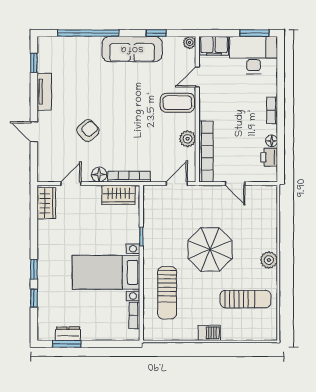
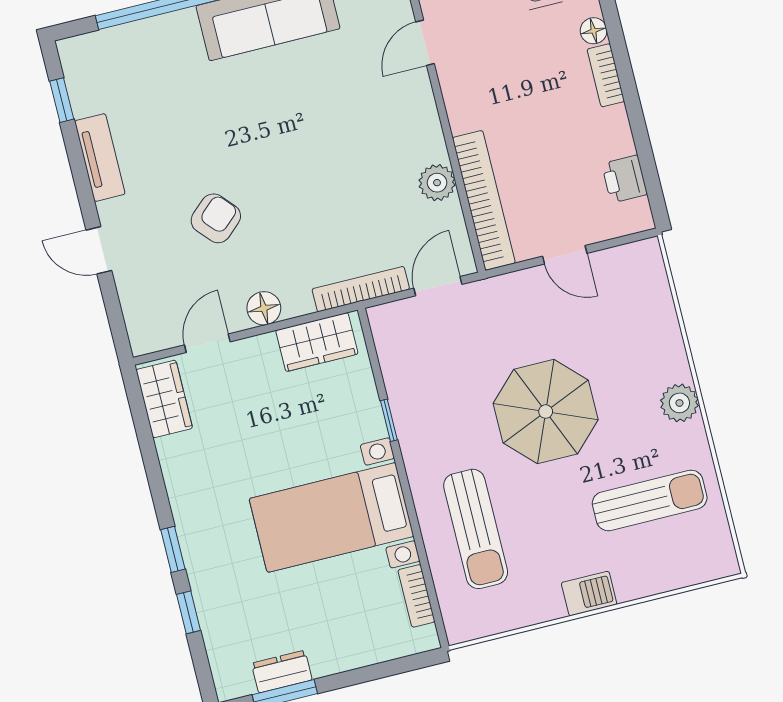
coffee table: (177, 103) -> (395, 110), removed
floor lamp: (272, 141) -> (594, 31), moved
bookcase: (129, 177) -> (361, 289), moved

